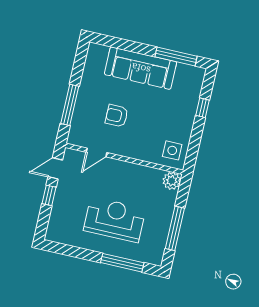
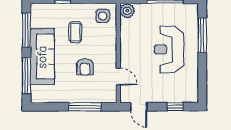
window: (122, 44) -> (26, 76), added
coffee table: (160, 114) -> (75, 32), added
window: (49, 195) -> (175, 107), moved

